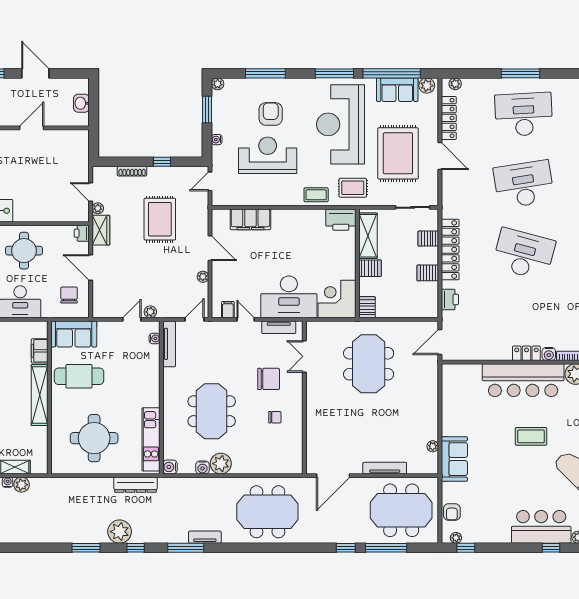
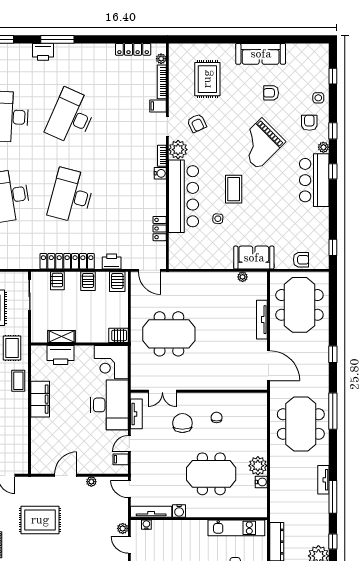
filing cabinet: (250, 219) -> (40, 399), moved
printer: (341, 220) -> (61, 355), moved, turned 90
shelving: (368, 236) -> (62, 337), width x0.67, depth x0.75
server rack: (370, 268) -> (117, 282), moved, turned 180
locker: (526, 353) -> (160, 229), moved
side table: (498, 419) -> (218, 219), added
water cooler: (170, 467) -> (179, 511), moved
plant: (456, 538) -> (324, 256), removed
window: (386, 548) -> (333, 411), moved

